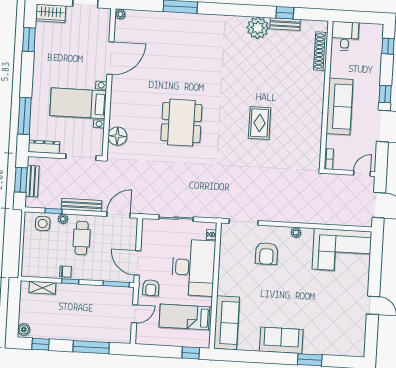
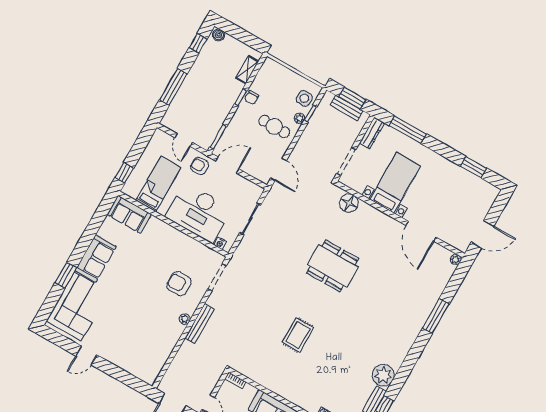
wardrobe: (51, 13) -> (487, 198), removed
rug: (260, 123) -> (298, 335), turned 90
bench: (82, 205) -> (199, 324), moved
corner sofa: (342, 250) -> (78, 306), moved, turned 180
sofa: (227, 323) -> (129, 214), width x0.73

